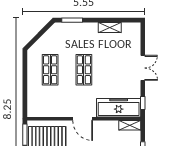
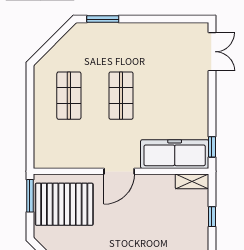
shelving: (110, 27) -> (161, 30), removed
double door: (143, 68) -> (212, 52), moved
door: (83, 119) -> (119, 171), hinge flipped

